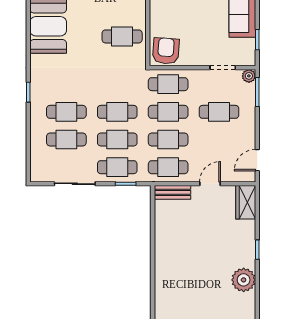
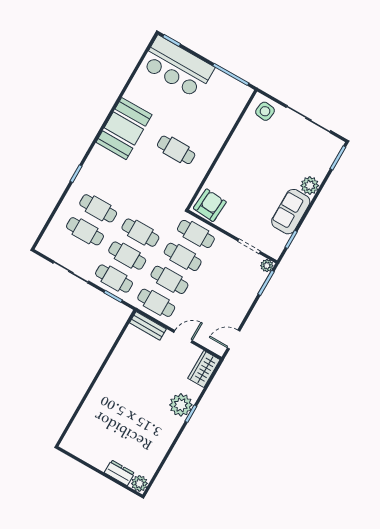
cafe table: (122, 36) -> (176, 150), moved
cafe table: (219, 112) -> (225, 281), removed
plant: (244, 280) -> (181, 405), moved

